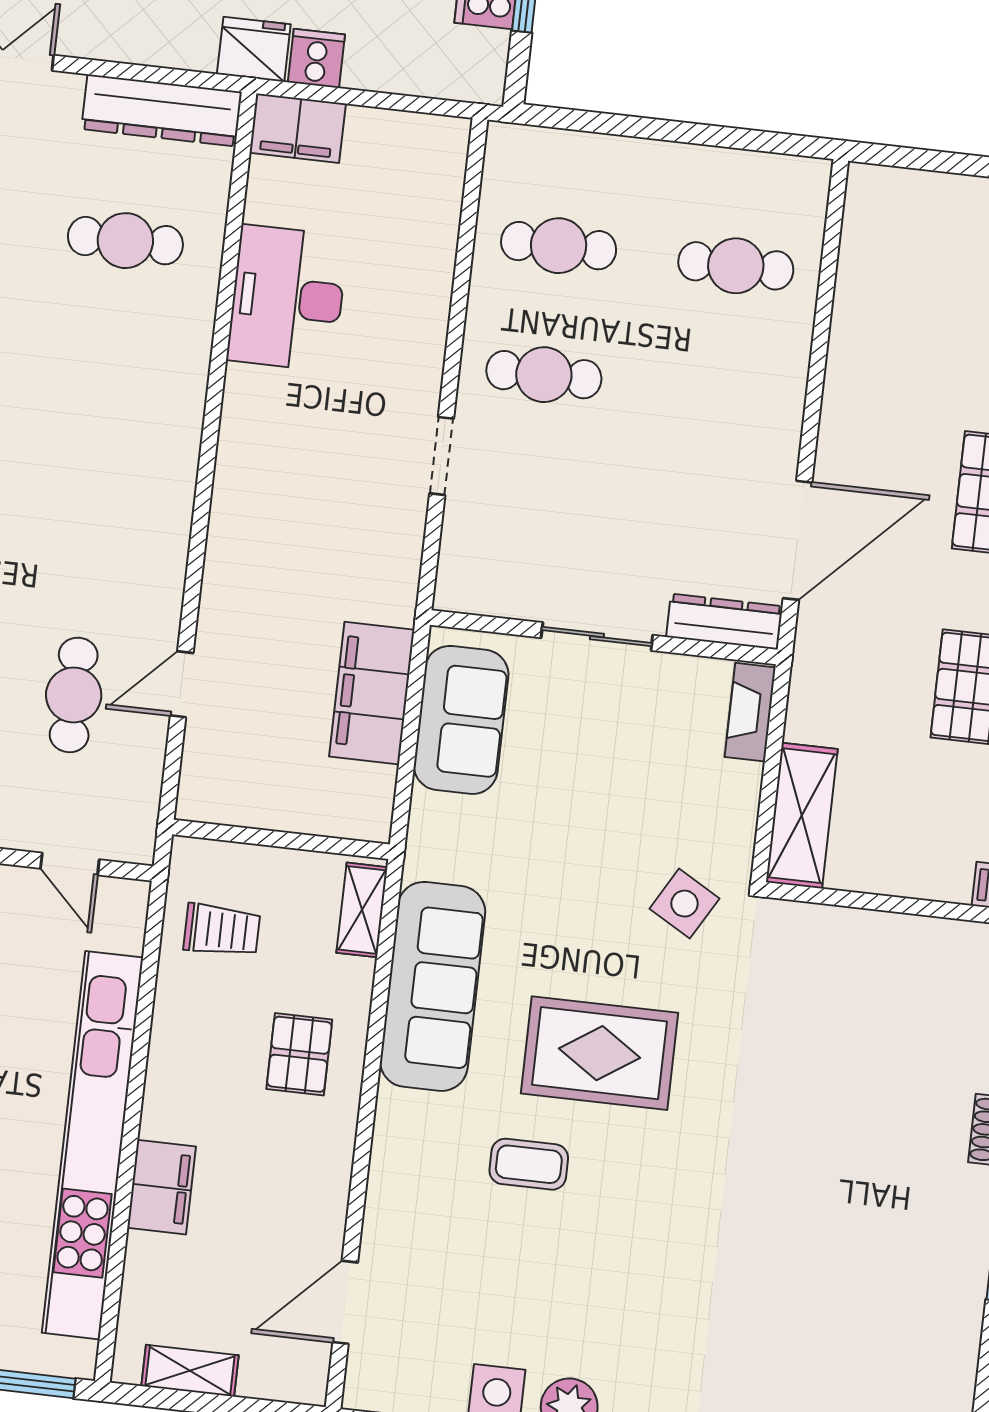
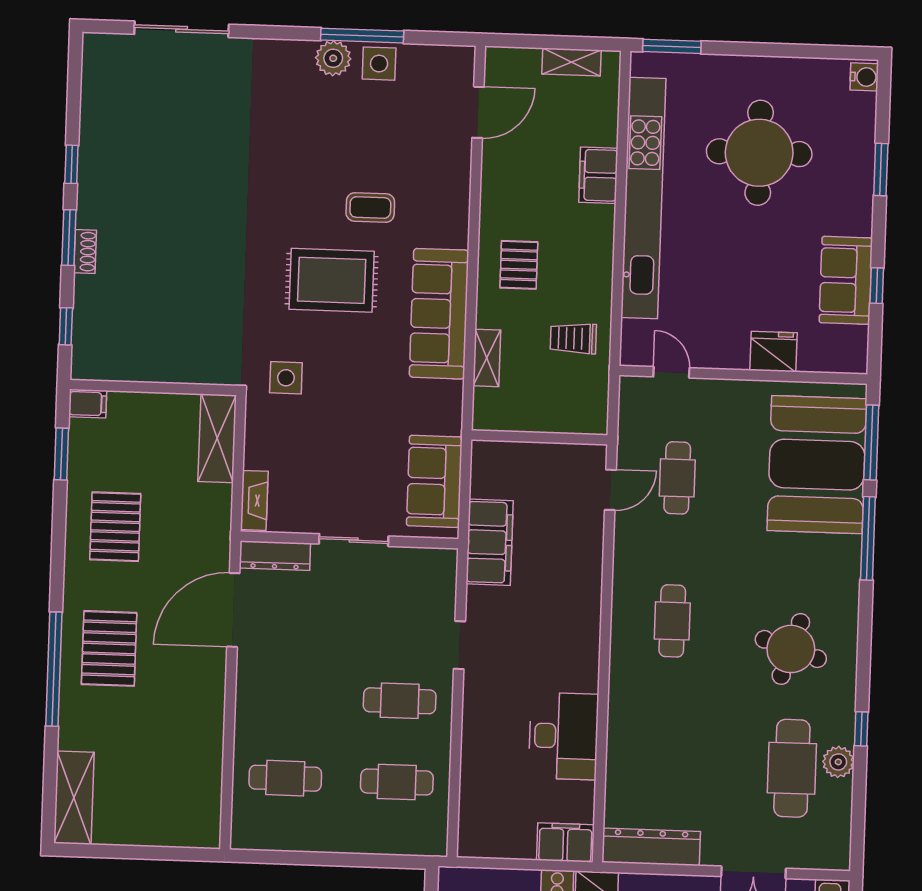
cafe table: (125, 241) -> (672, 621), moved, turned 90
filing cabinet: (372, 693) -> (490, 542), moved
wall: (281, 839) -> (539, 437), moved
side table: (684, 904) -> (286, 378), turned -30

